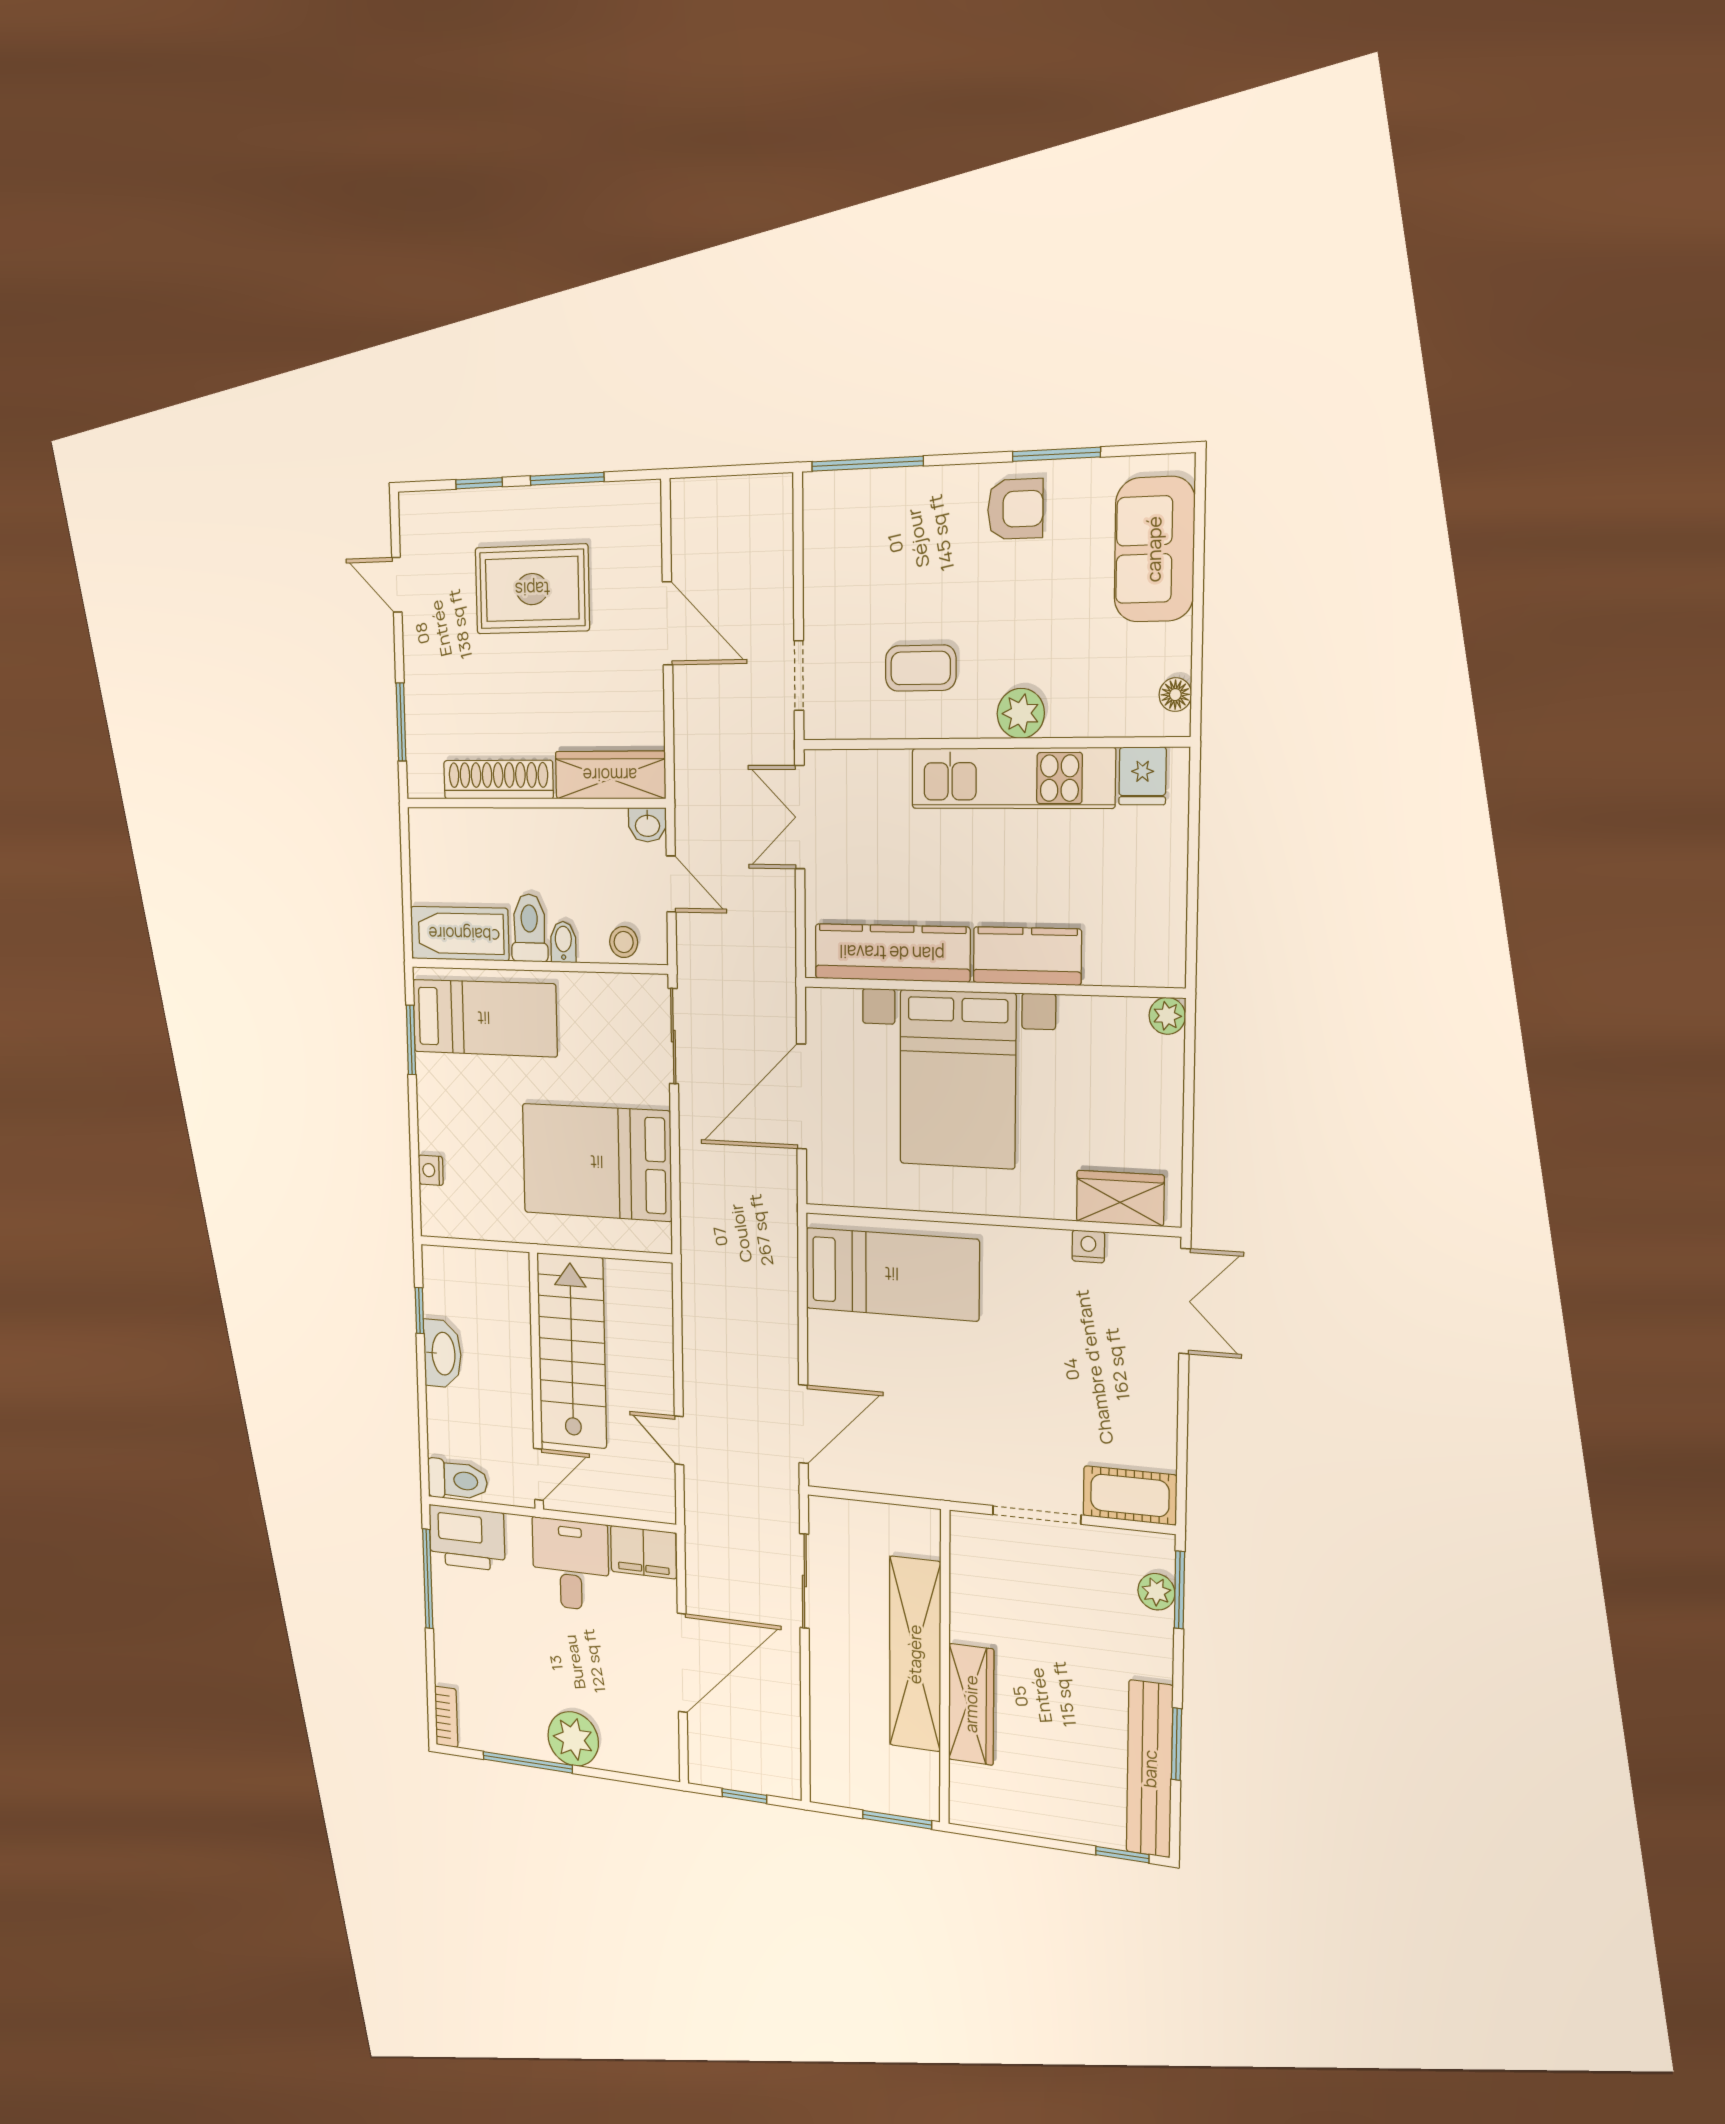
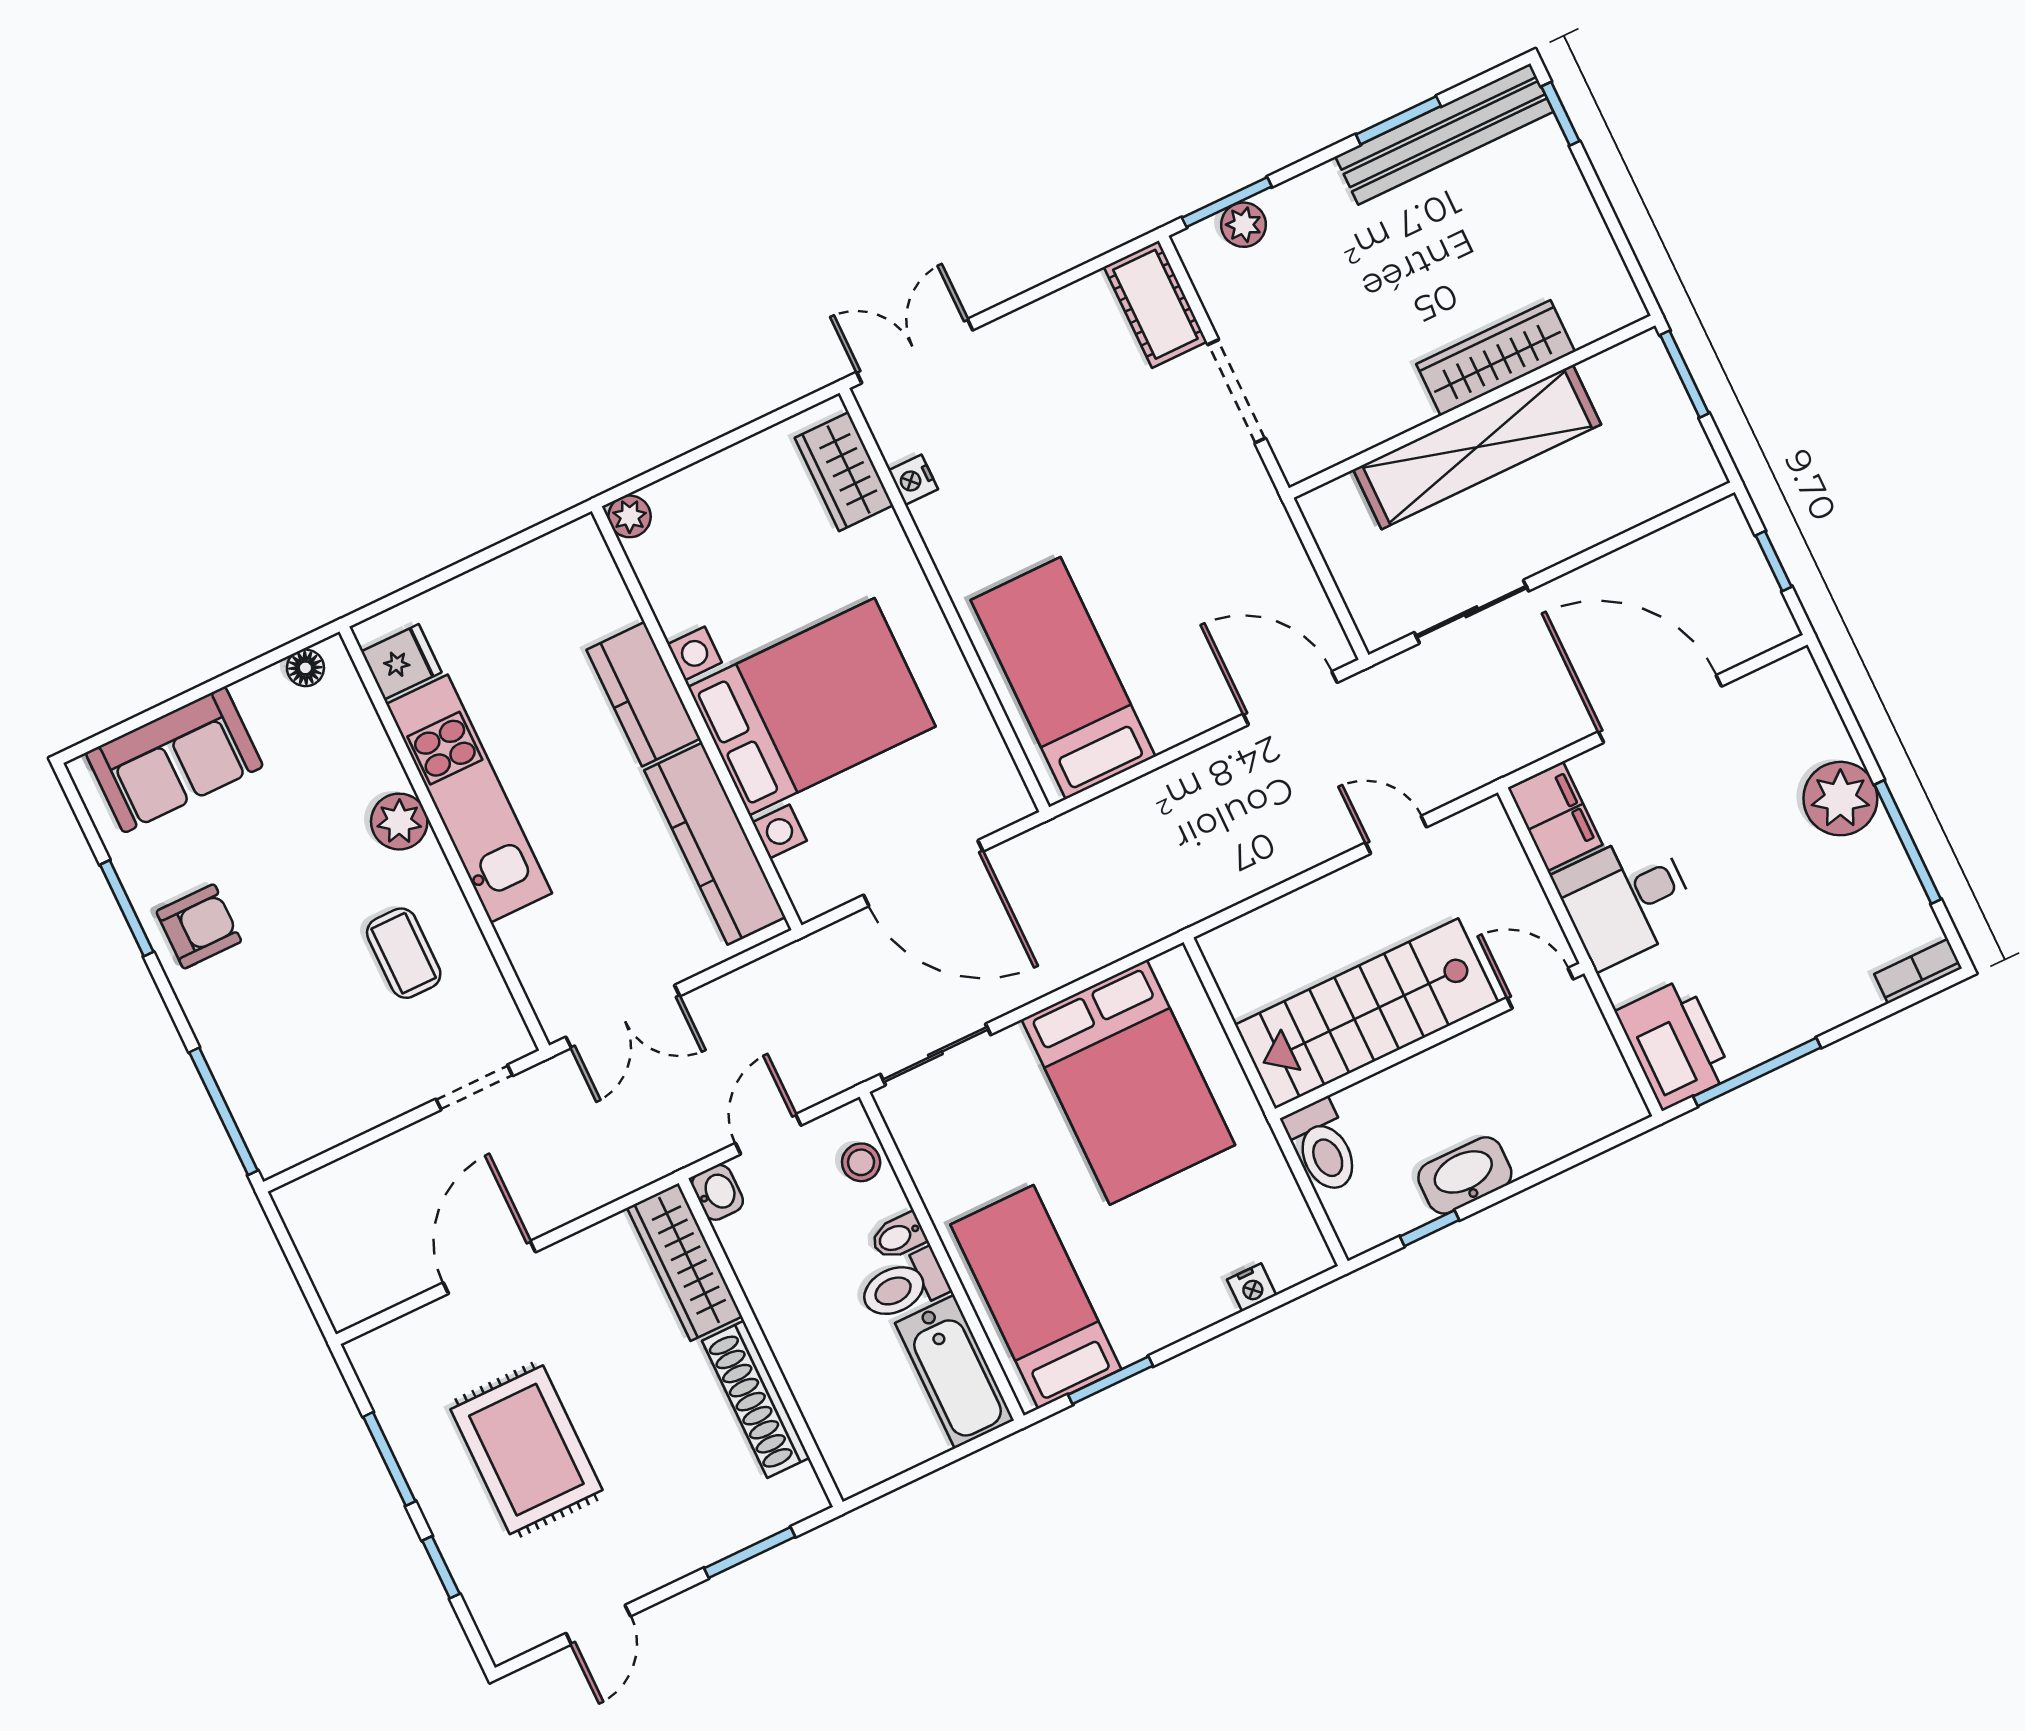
armchair: (1015, 509) -> (199, 926), turned 90
door: (679, 1440) -> (1396, 835), swing flipped
toilet: (457, 1480) -> (1322, 1147), moved, turned 180

